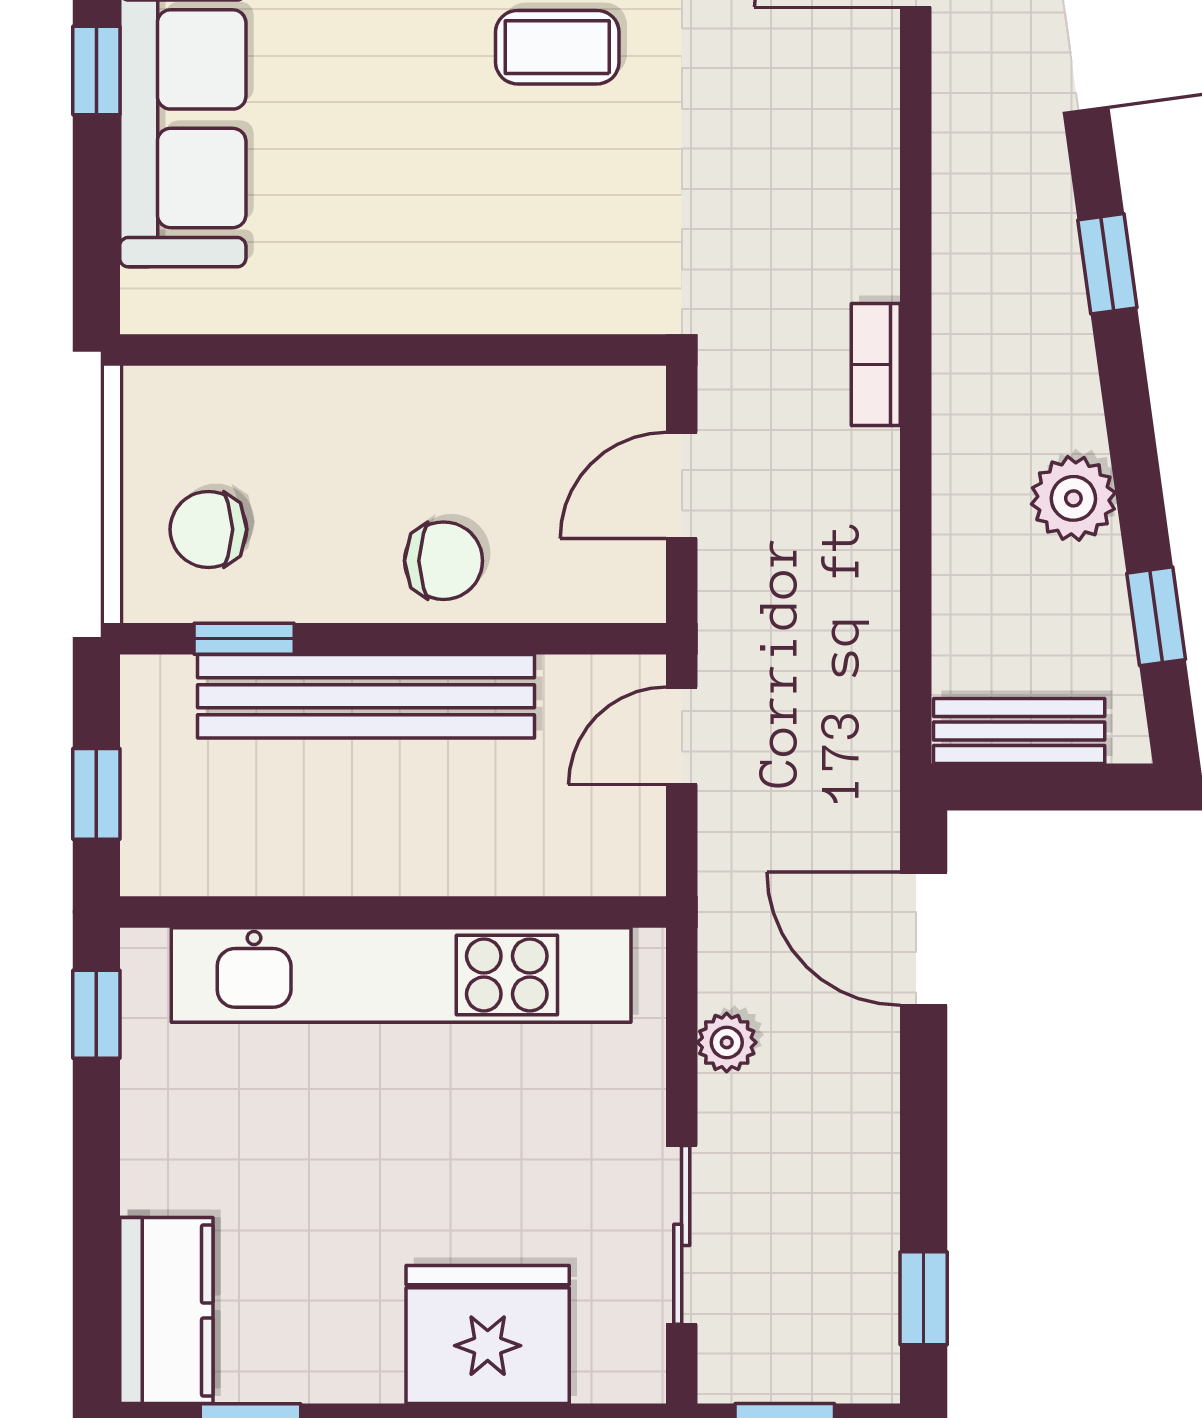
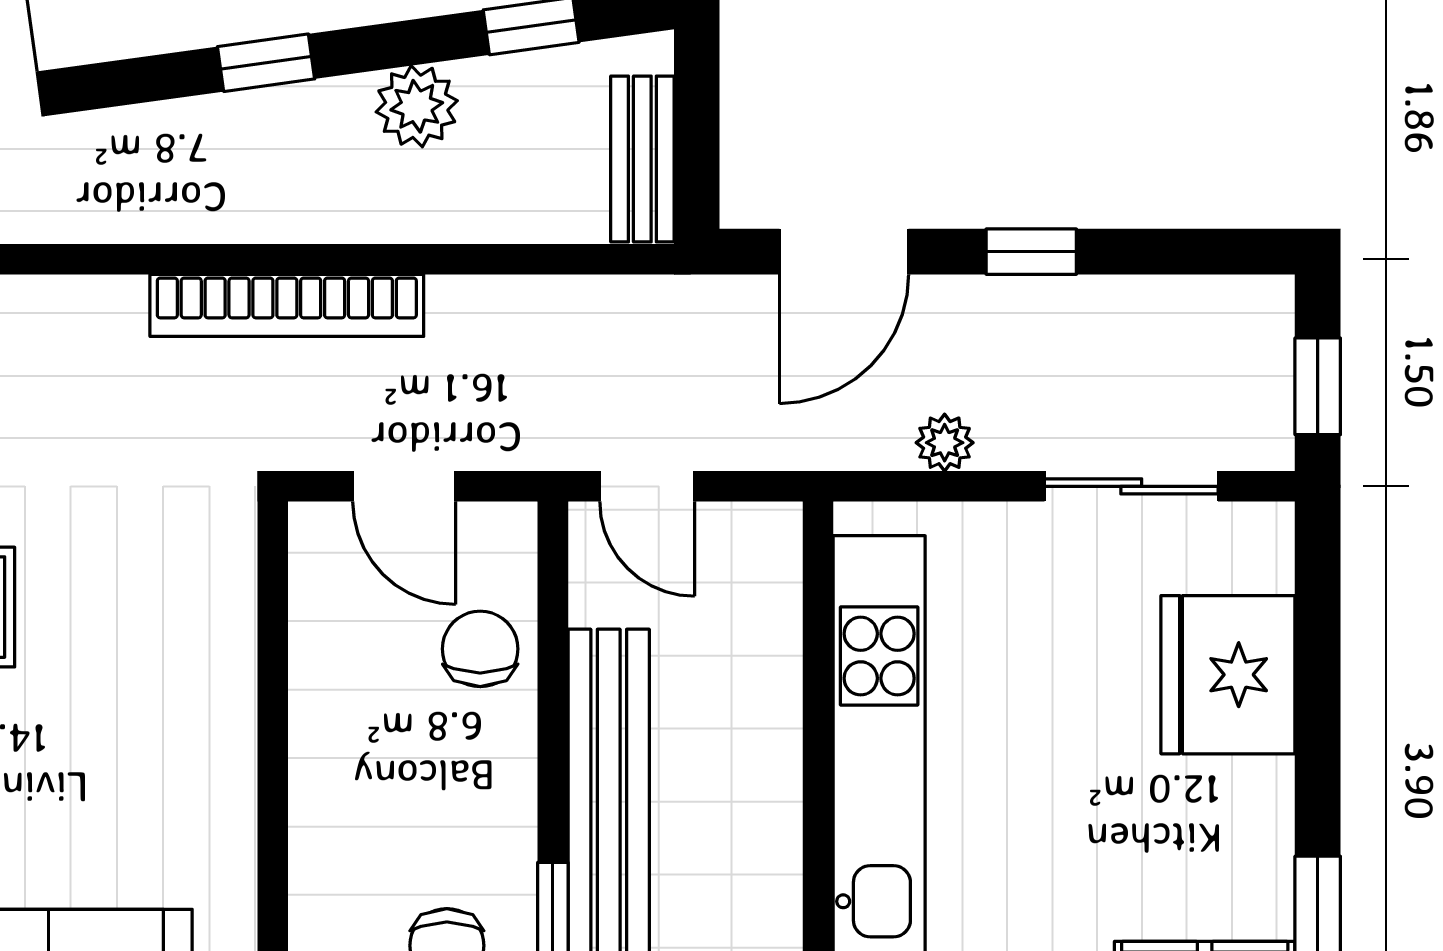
window: (1107, 264) -> (266, 63), moved
bookcase: (876, 365) -> (287, 305), width x2.31, depth x1.31
chair: (444, 561) -> (480, 649), moved
window: (924, 1298) -> (1031, 252), moved

